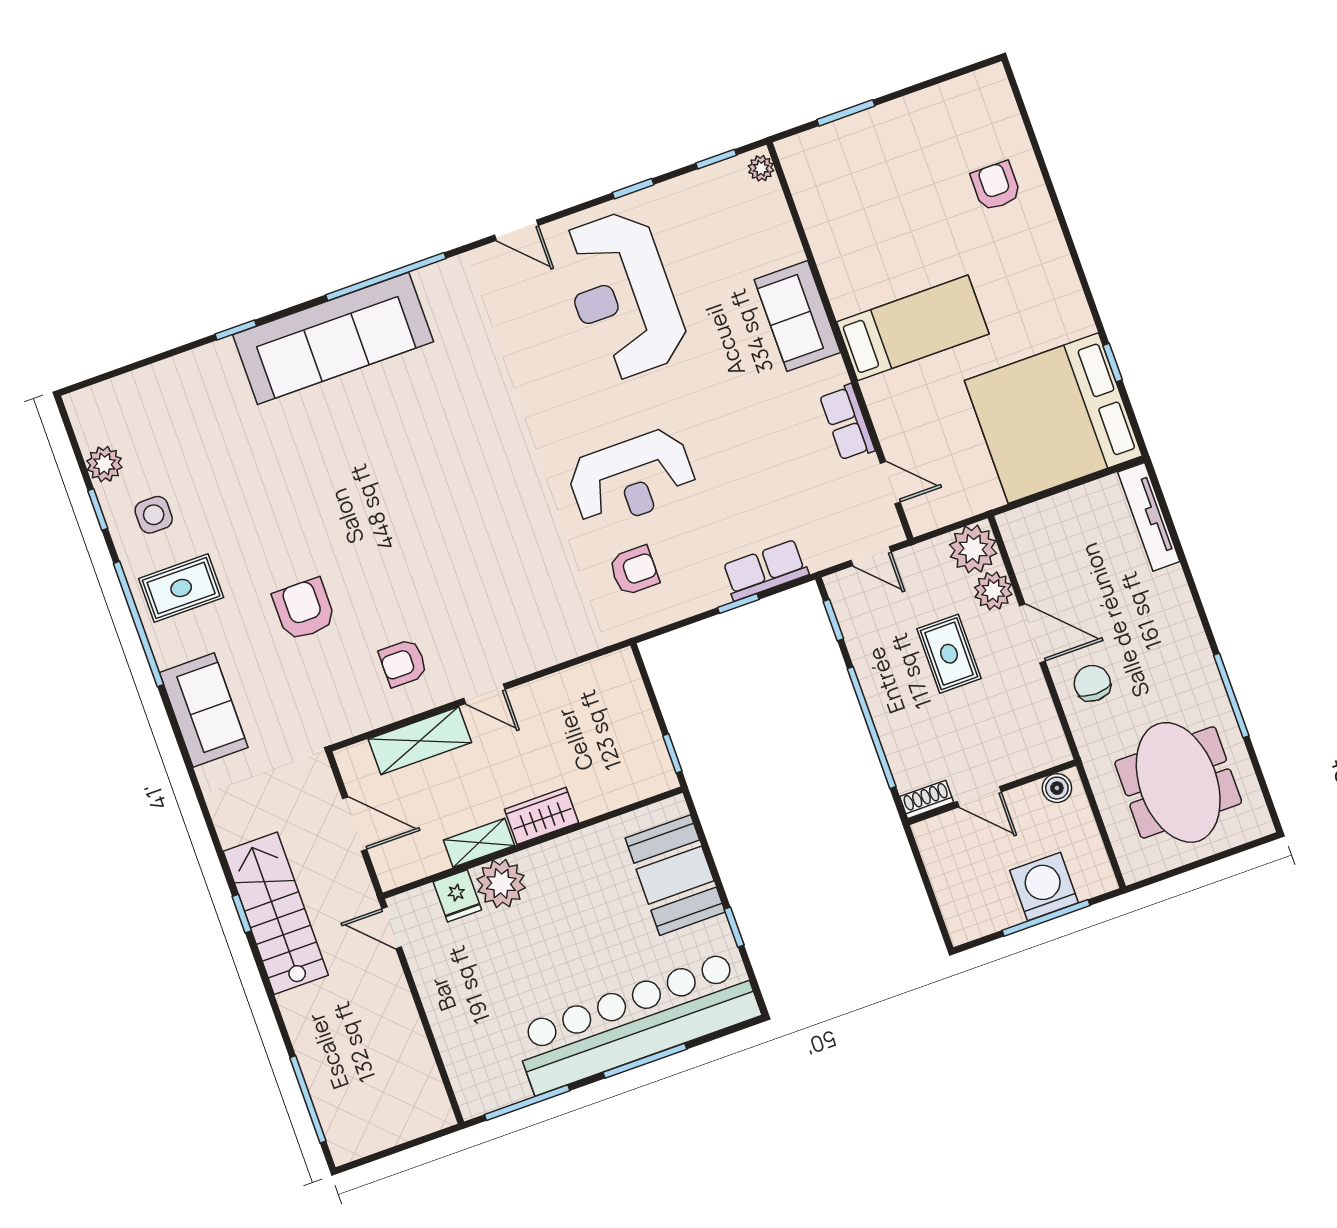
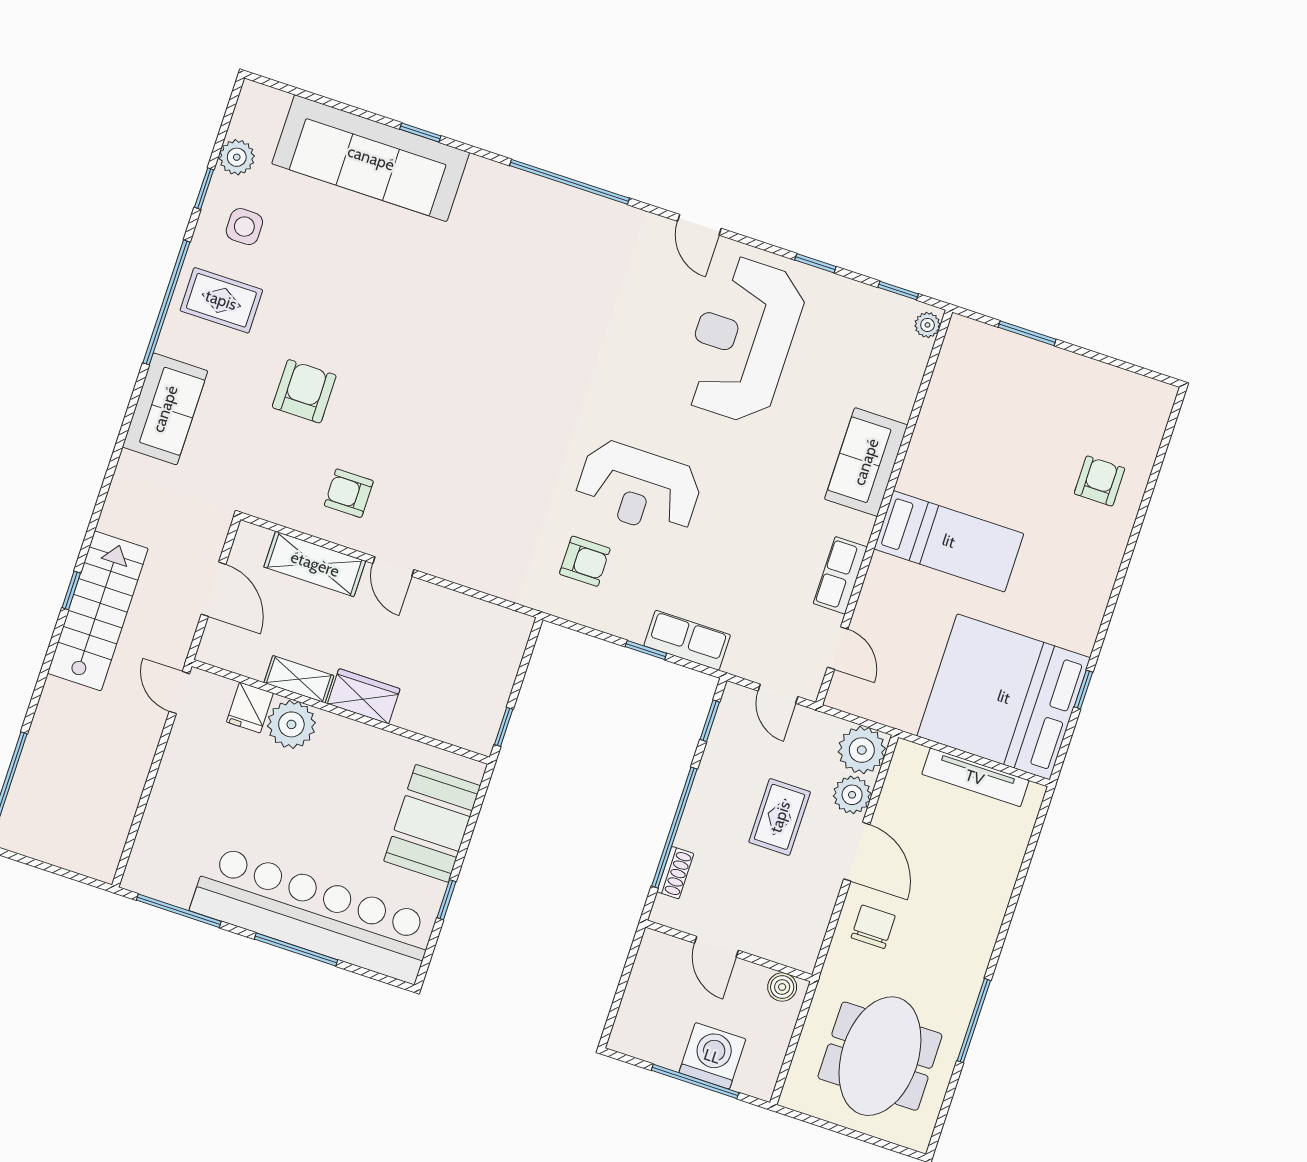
sofa: (333, 338) -> (371, 158), moved
tv unit: (1149, 517) -> (975, 777), moved, turned -90
shoe rack: (927, 799) -> (675, 873), moved, turned 90

